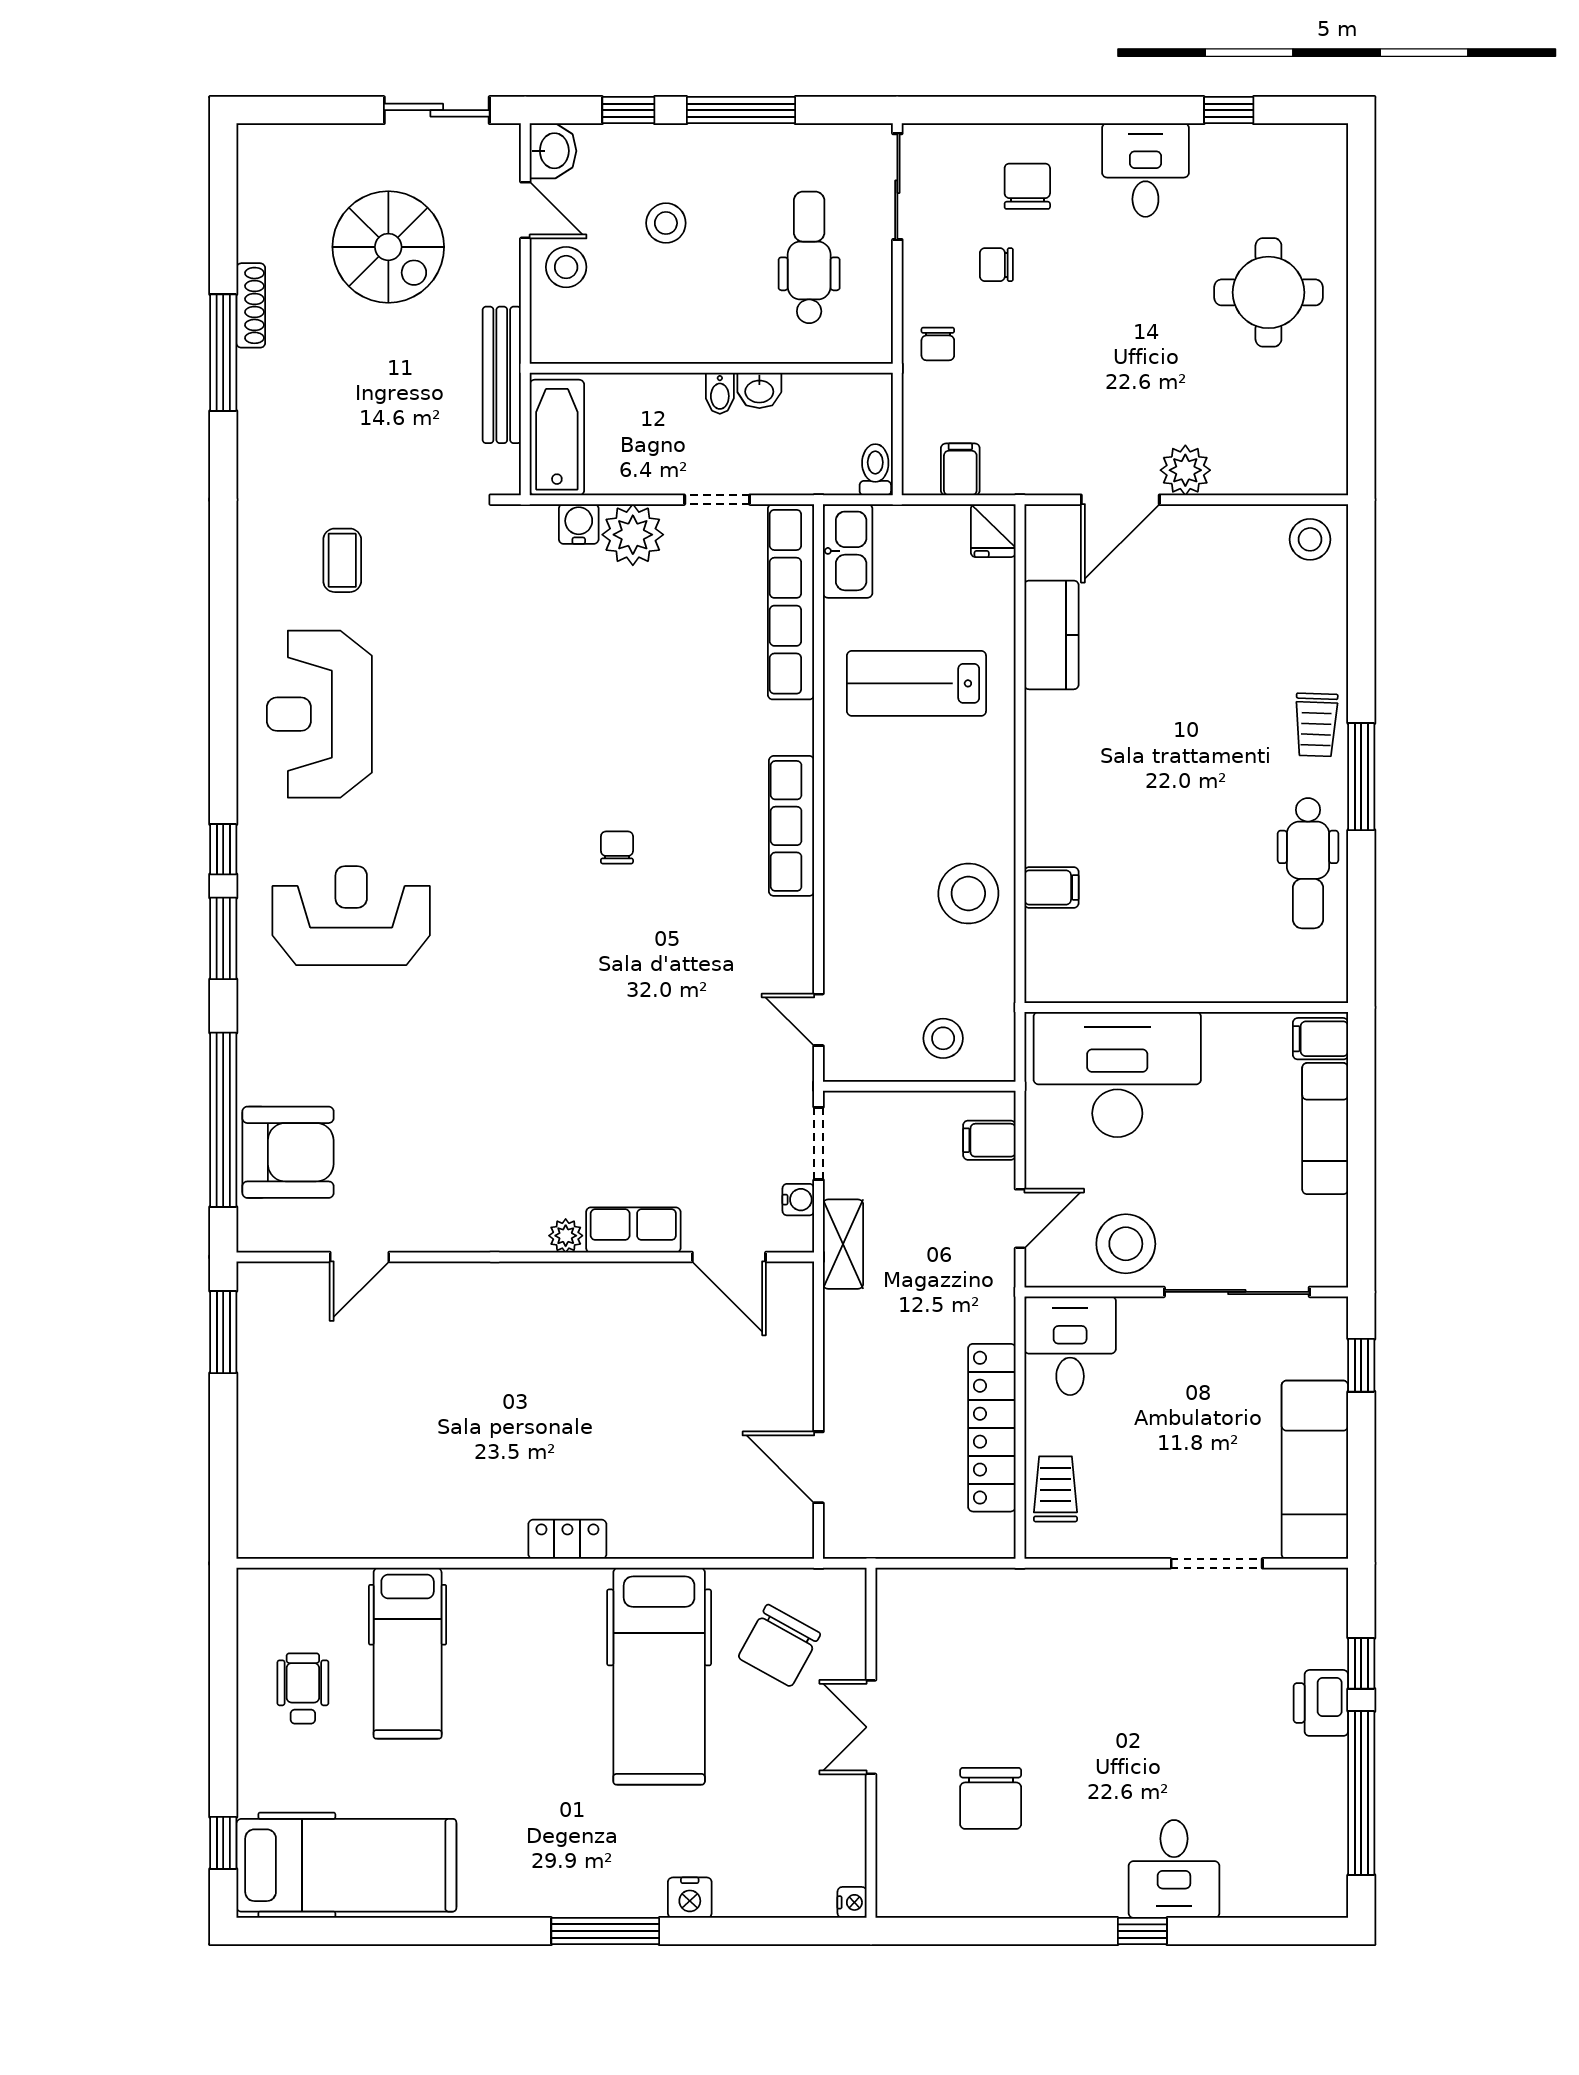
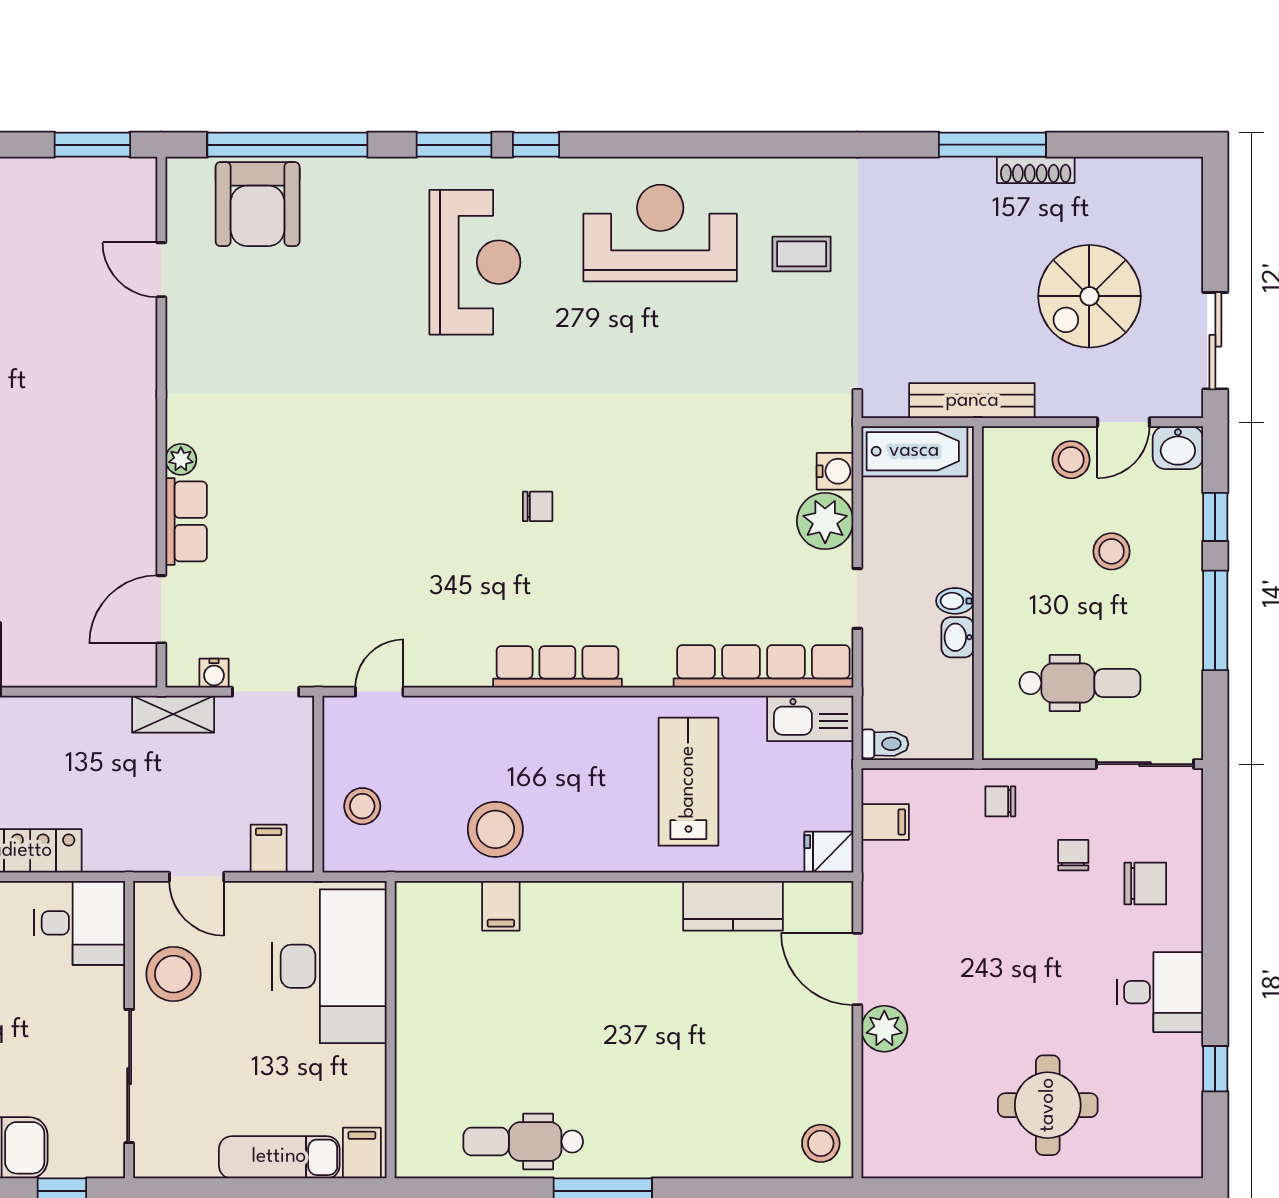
trolley: (1316, 725) -> (650, 1149), removed

